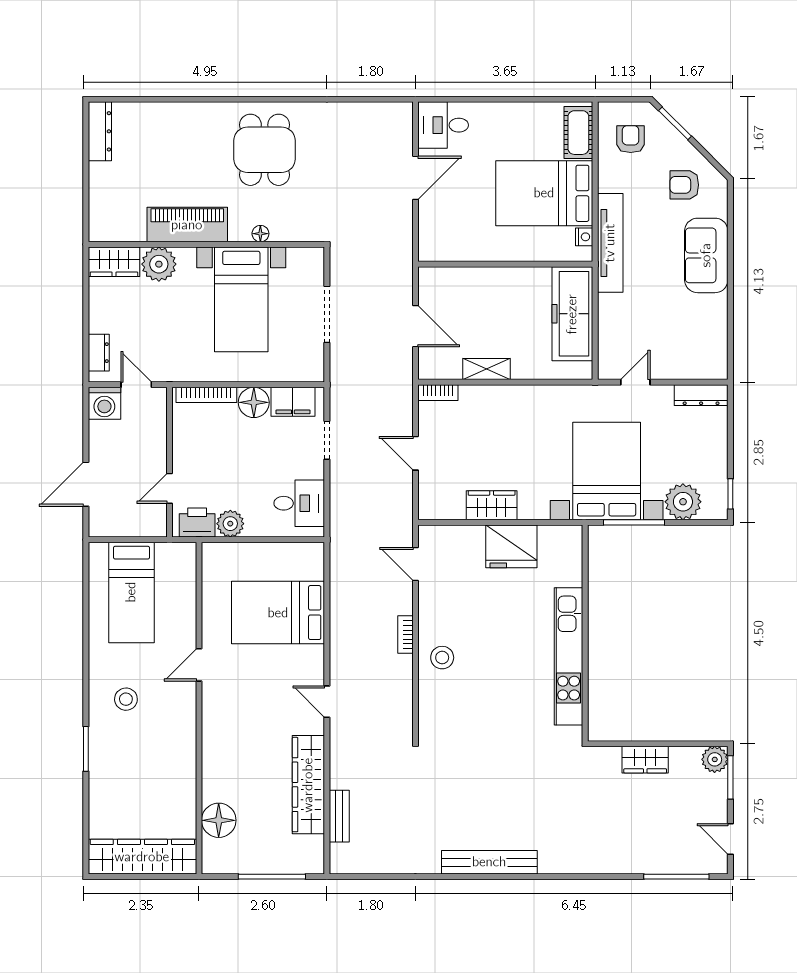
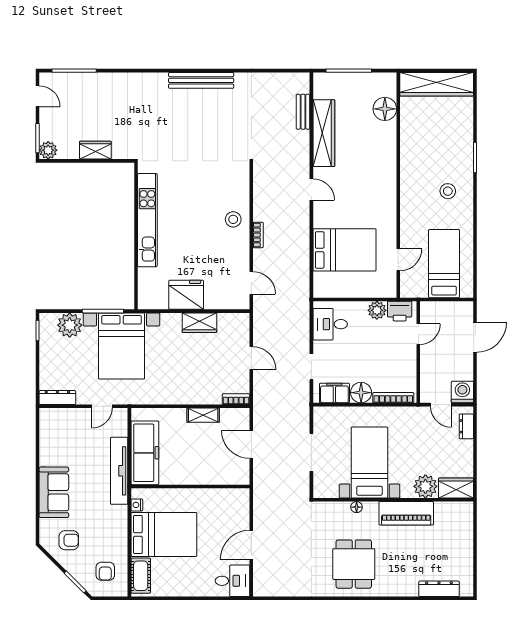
dresser: (100, 131) -> (439, 589), moved, turned 90
tv unit: (610, 243) -> (119, 471), moved
door: (199, 665) -> (398, 260), moved

